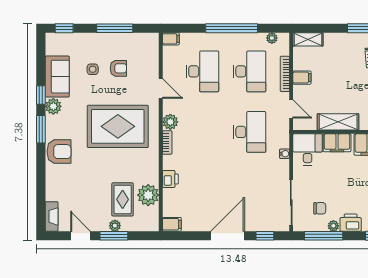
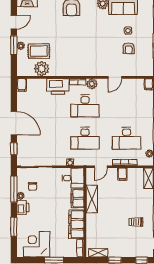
desk: (202, 71) -> (85, 106), moved
rug: (118, 126) -> (89, 48), removed
printer: (170, 179) -> (58, 86), width x1.87, depth x1.48

